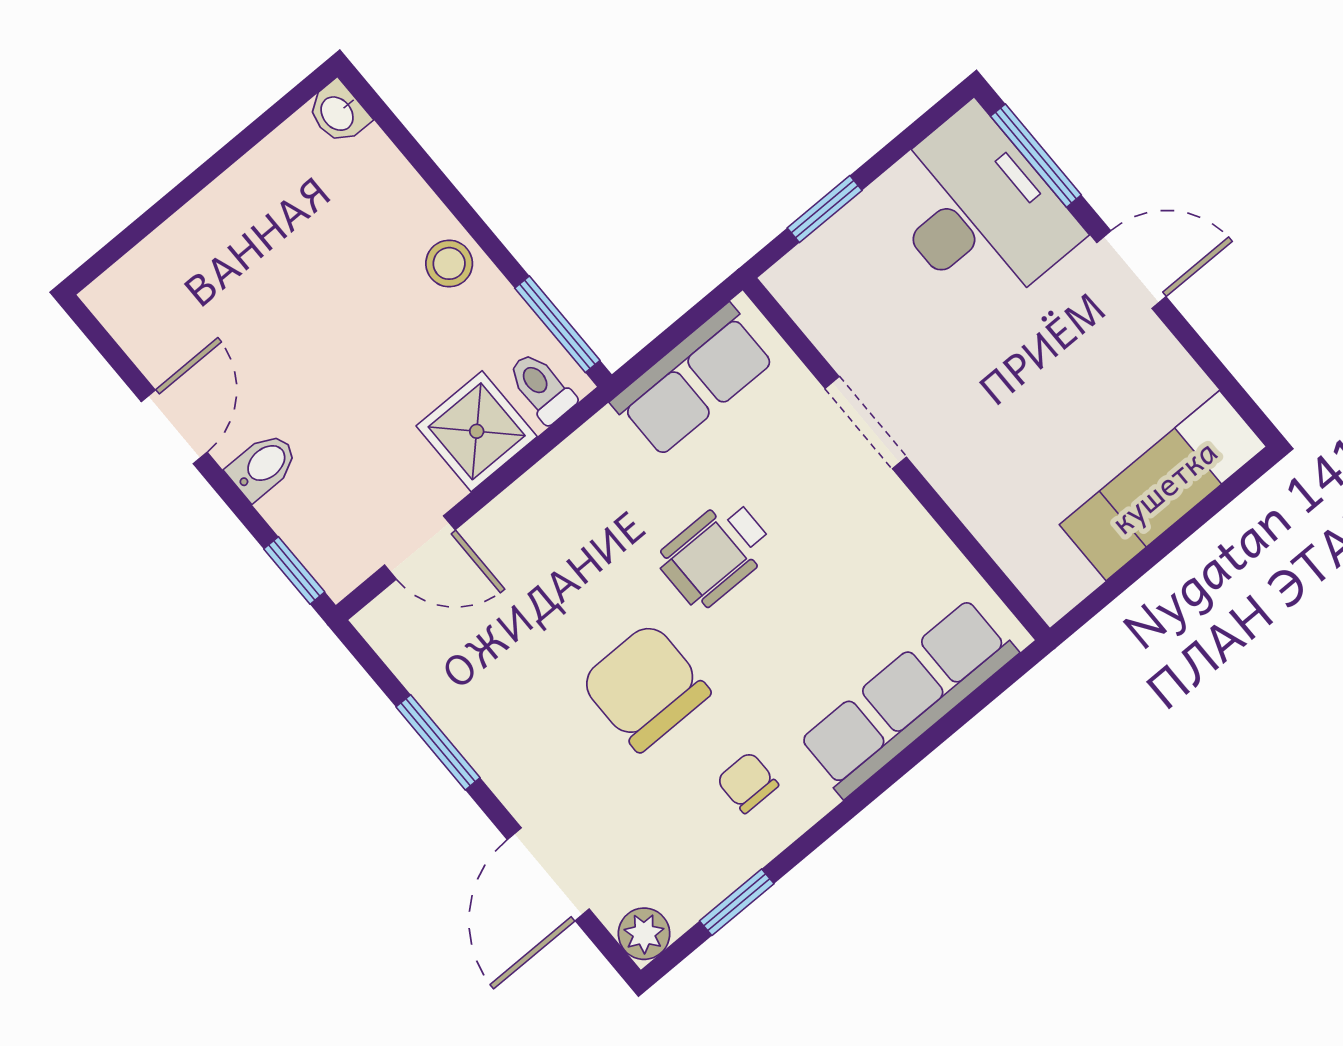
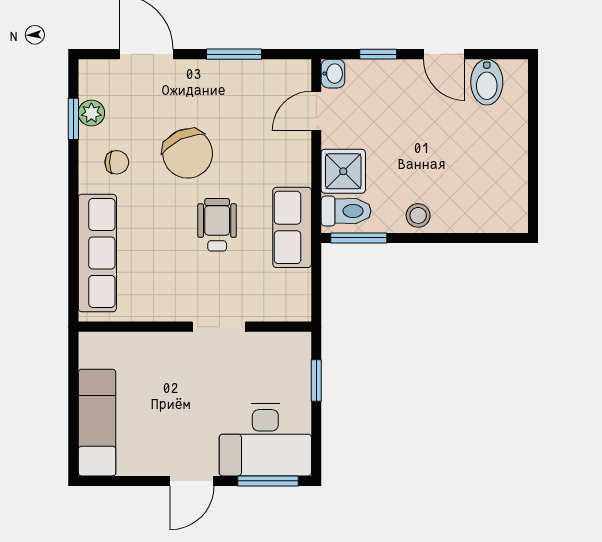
washbasin: (338, 113) -> (333, 74), moved, turned 90
row of seats: (693, 381) -> (292, 227), moved
toilet: (541, 388) -> (346, 211), width x1.37, depth x1.39
bidet: (263, 466) -> (487, 82), moved, width x1.38, depth x1.36
window: (294, 570) -> (378, 54), moved
chair: (645, 687) -> (188, 153), turned 65
plant: (644, 934) -> (91, 113), moved

